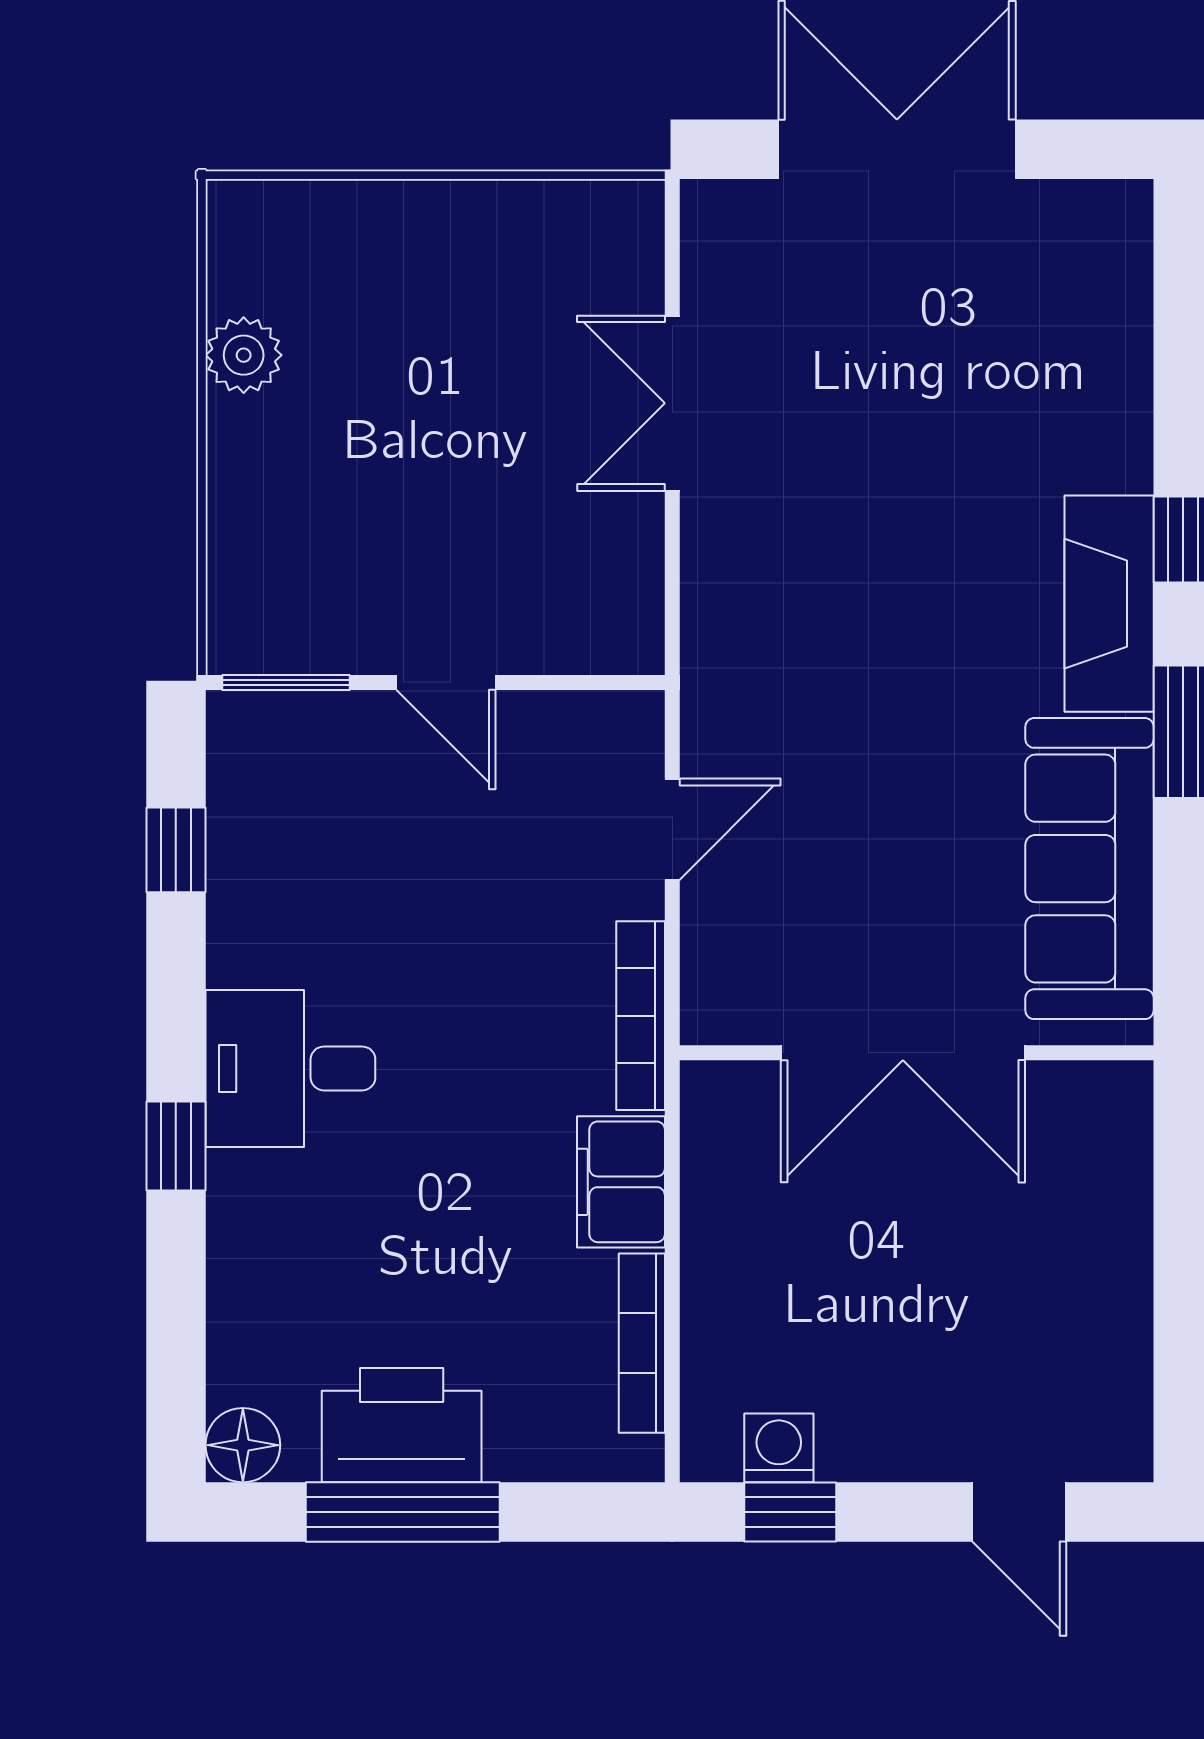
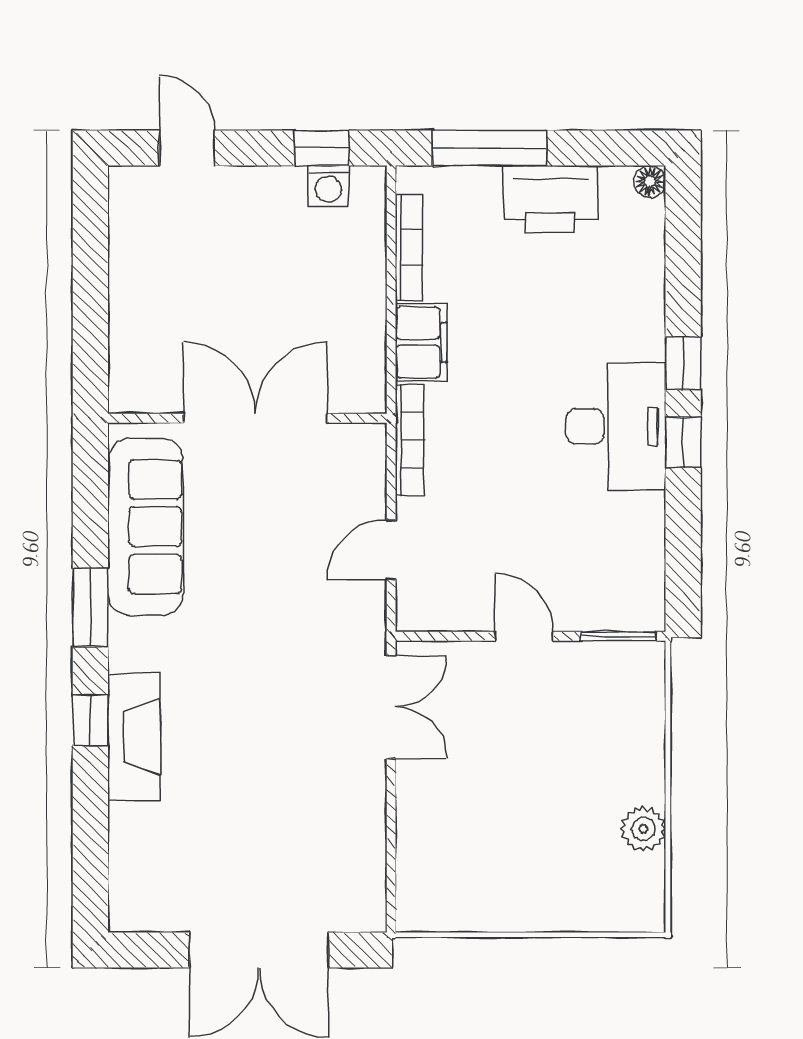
double door: (672, 403) -> (391, 707), moved
fireplace: (1109, 604) -> (134, 737), moved
window: (176, 850) -> (683, 442), moved
desk: (290, 1068) -> (616, 426), width x1.37
floor lamp: (243, 1445) -> (650, 181), width x0.73, depth x0.73
window: (403, 1512) -> (490, 148), moved

